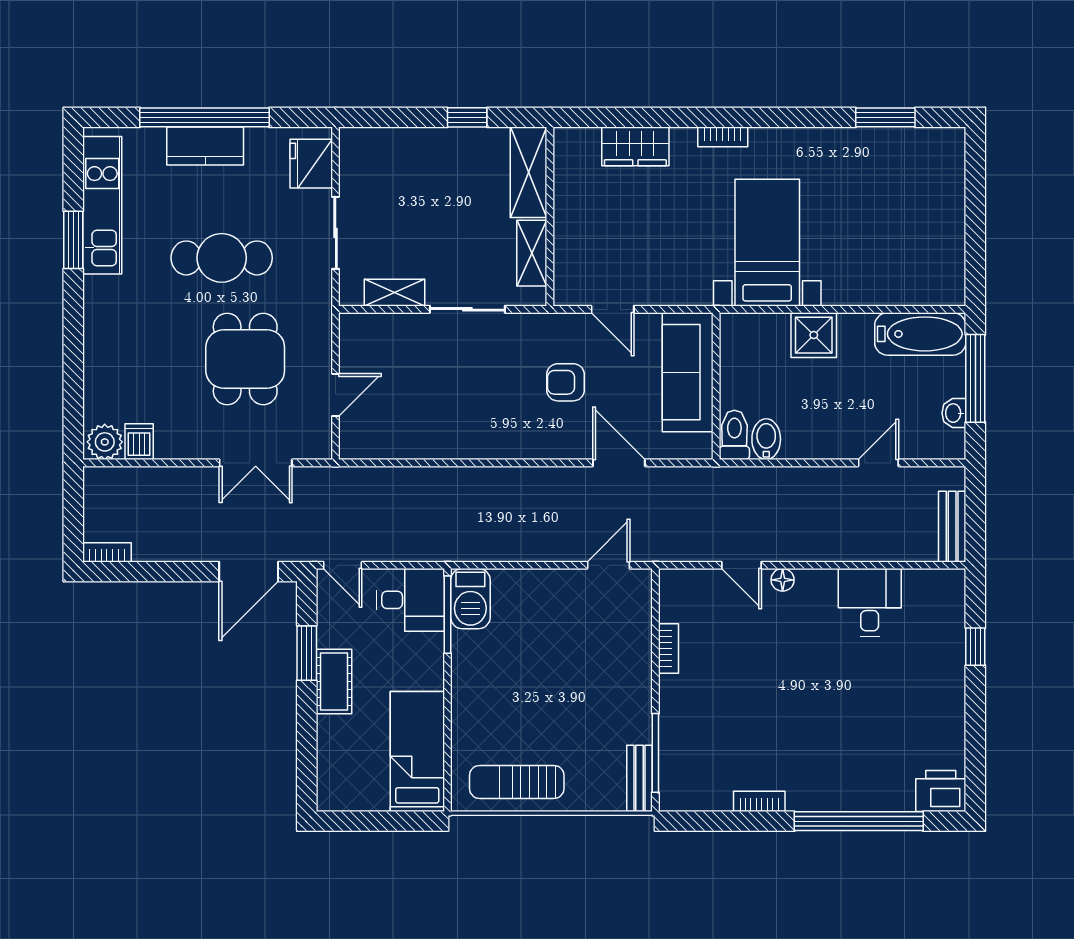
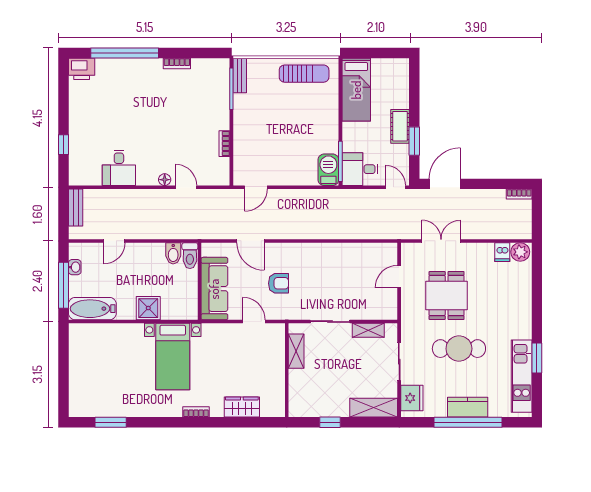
shelving: (529, 172) -> (374, 408), moved, turned 90

